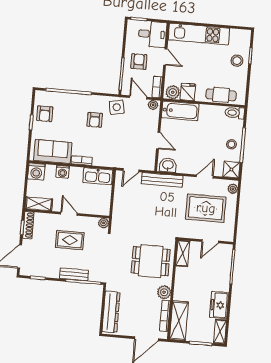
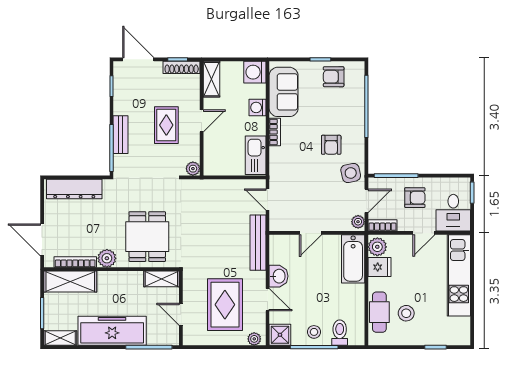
stool: (237, 61) -> (406, 313), moved
toilet: (235, 113) -> (340, 333), moved
armchair: (95, 120) -> (331, 145), turned -90
washbasin: (168, 165) -> (279, 276), moved
freezer: (219, 305) -> (112, 331), width x1.91, depth x1.26

